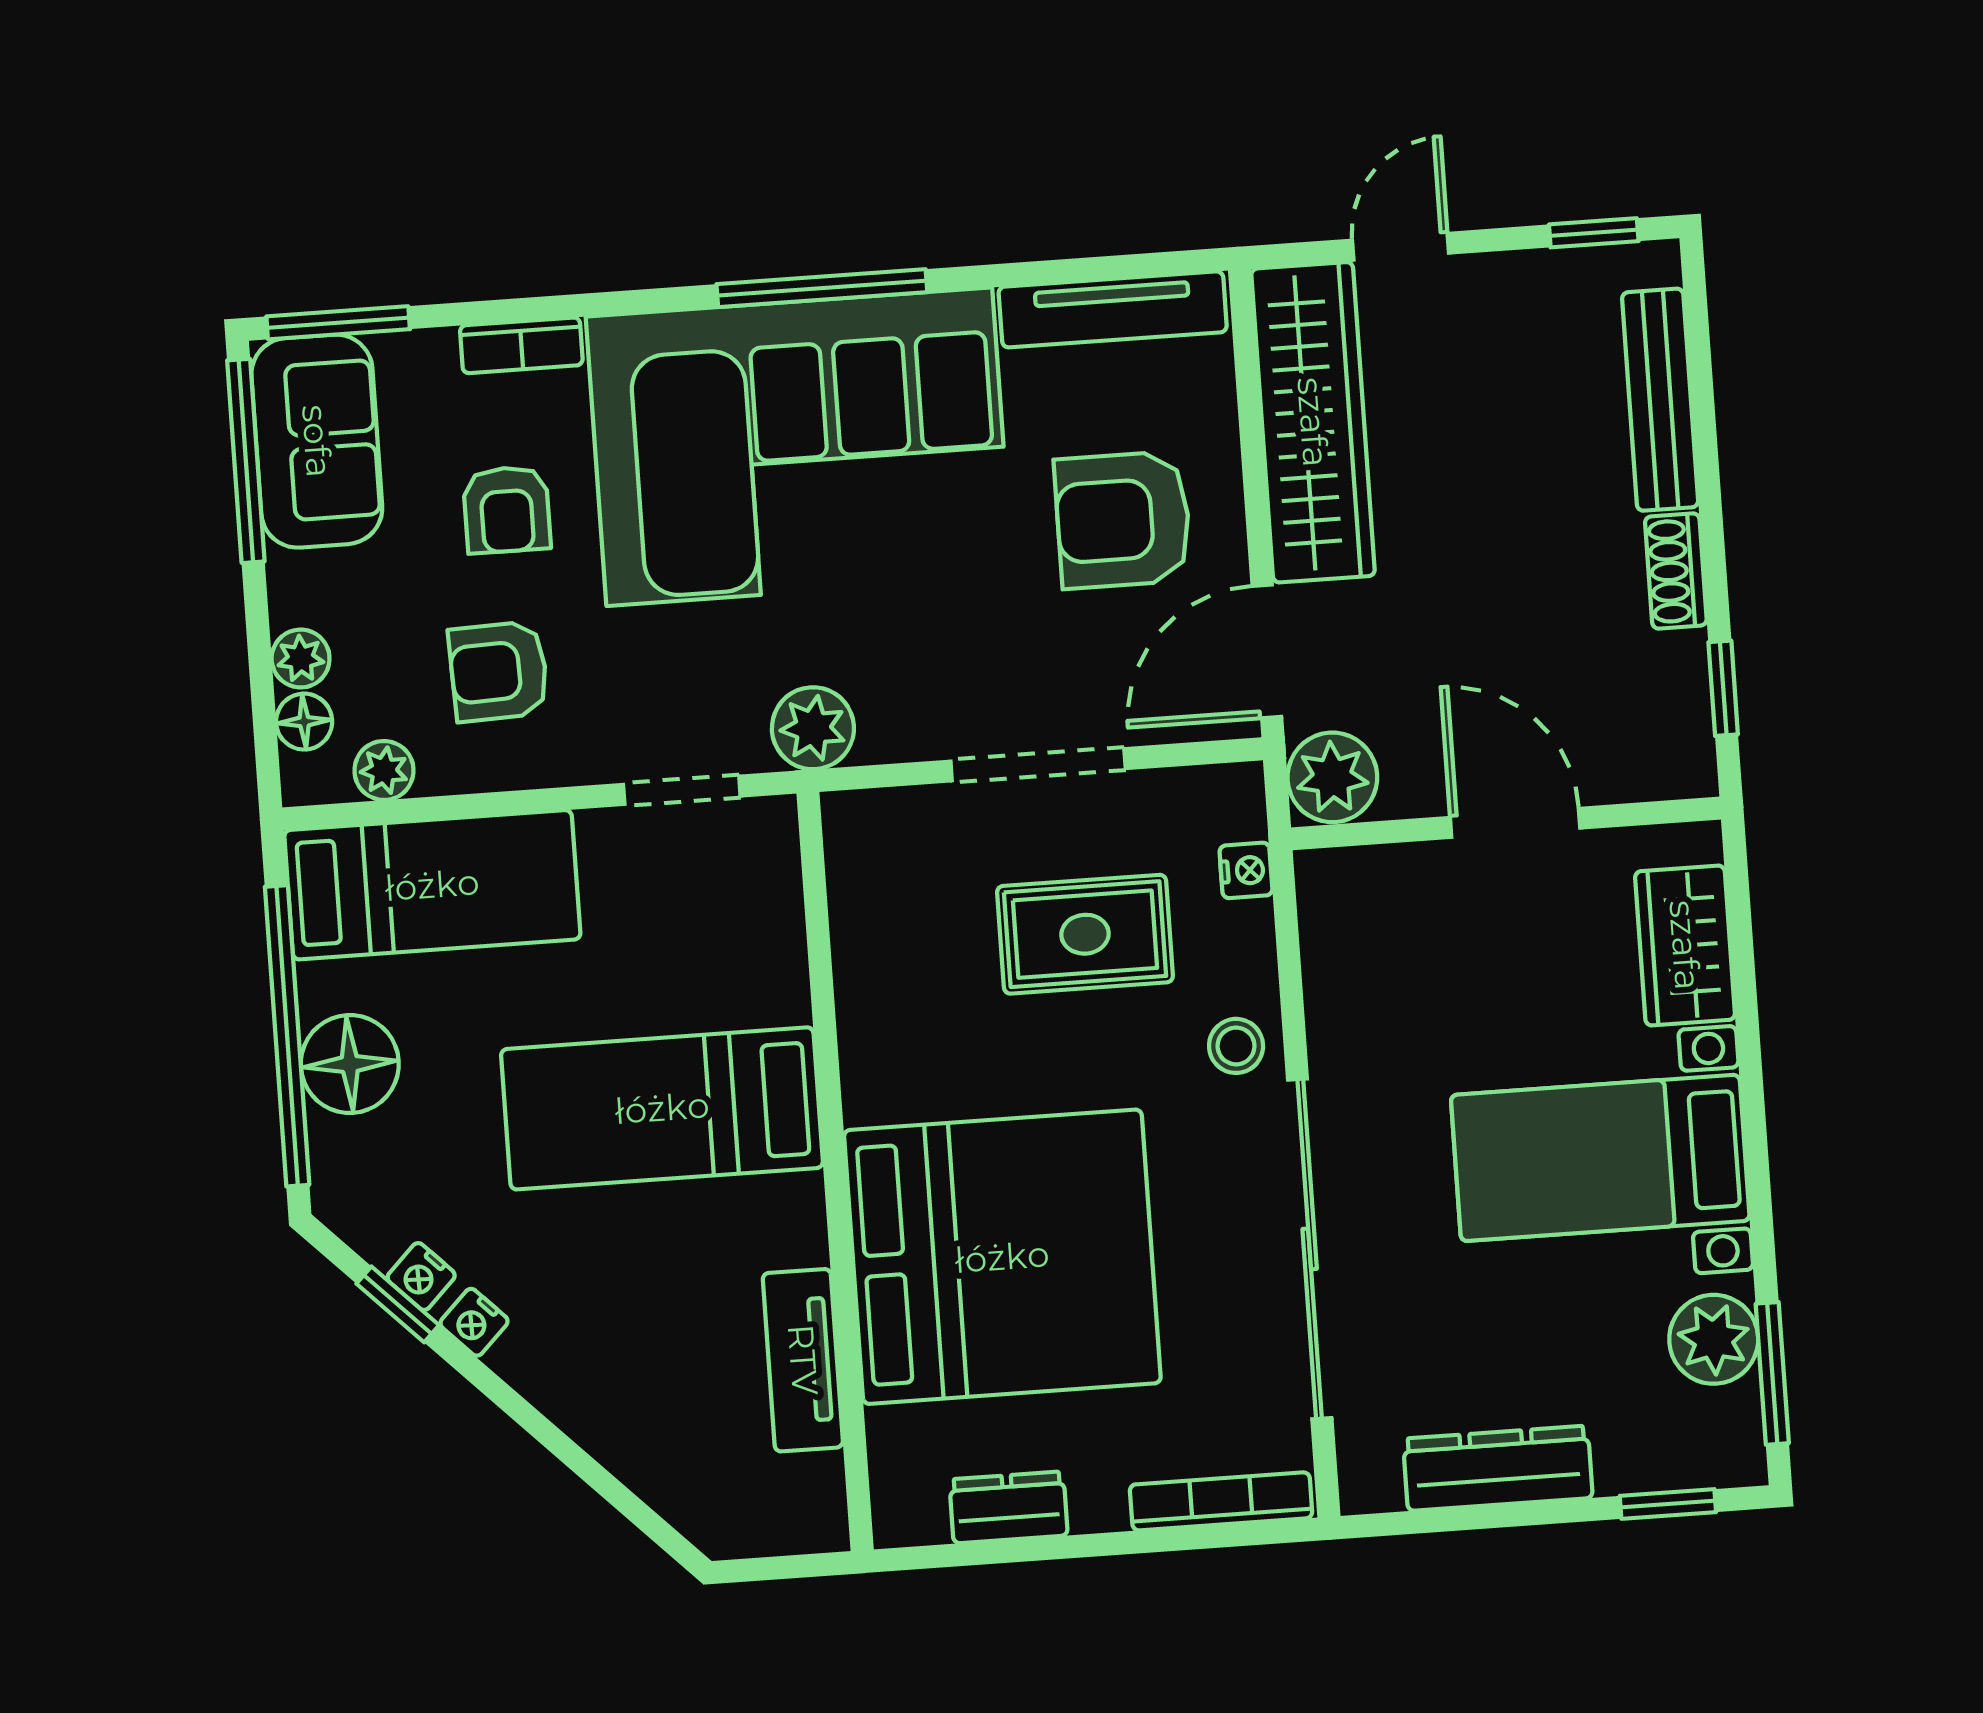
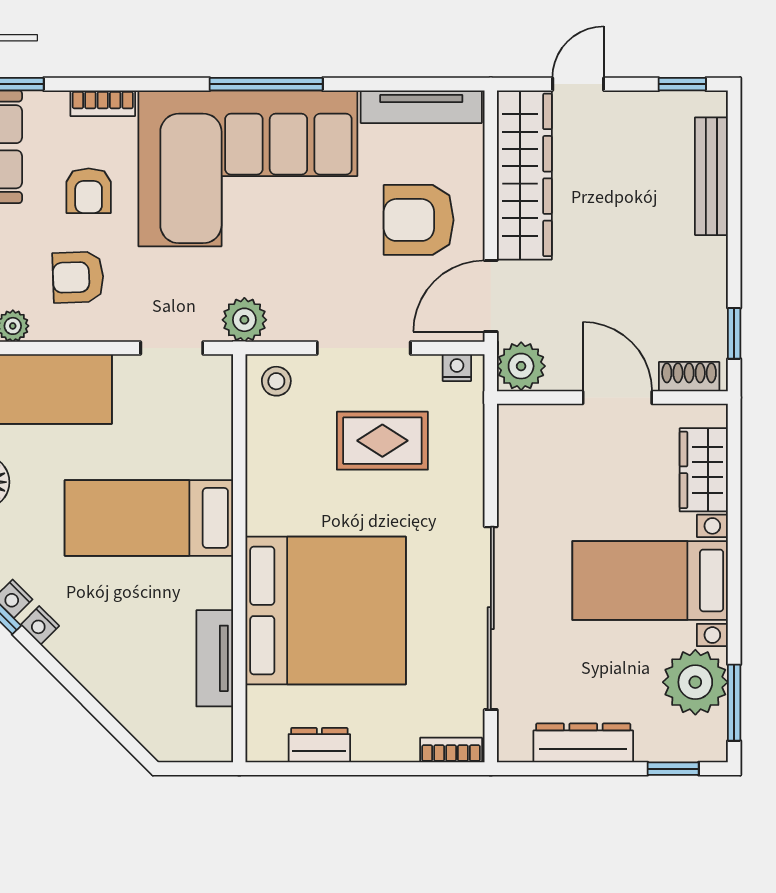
shoe rack: (1676, 571) -> (689, 377), moved, turned 90
nightstand: (1246, 870) -> (457, 368), moved, turned -90
stool: (1236, 1046) -> (276, 381), moved
plant: (1714, 1339) -> (695, 682), width x1.36, depth x1.36
bookcase: (1221, 1501) -> (451, 750), width x0.64

